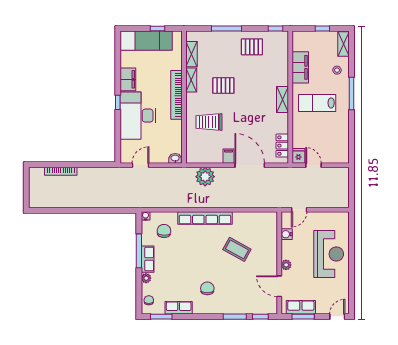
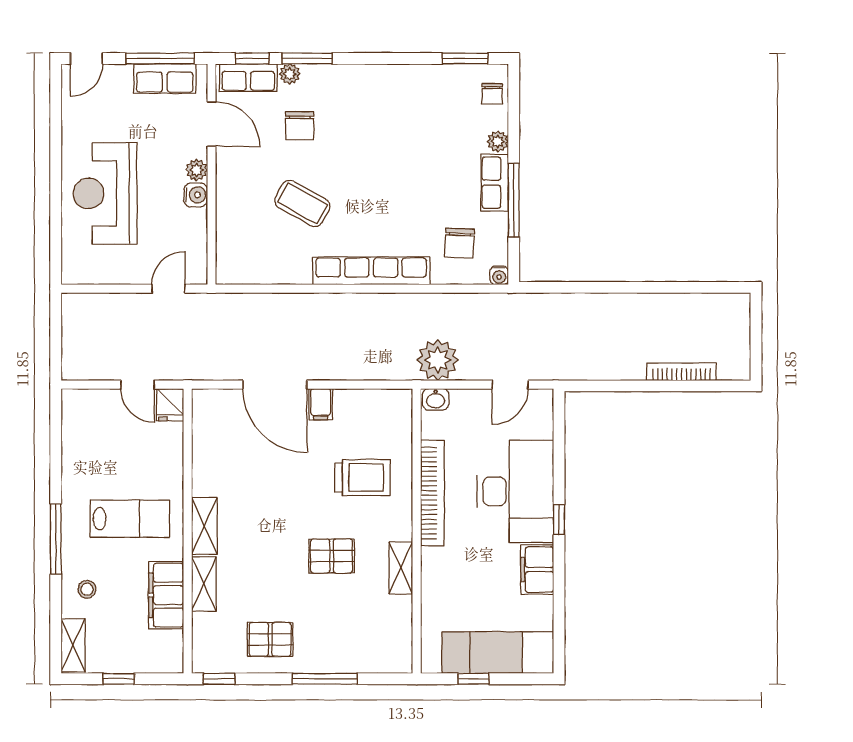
shelving: (192, 54) -> (204, 584), moved
bookcase: (177, 95) -> (432, 493), moved
locker: (282, 146) -> (205, 427), removed
plant: (205, 177) -> (438, 360), moved
water cooler: (287, 234) -> (196, 195), moved
chair: (207, 288) -> (300, 126), moved
row of seats: (179, 308) -> (248, 78), moved
plant: (243, 309) -> (290, 74), added
window: (303, 317) -> (160, 58), width x1.44

